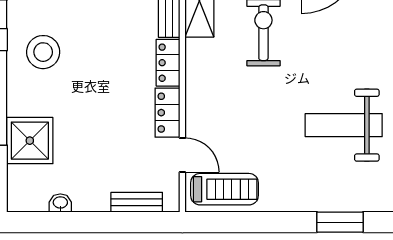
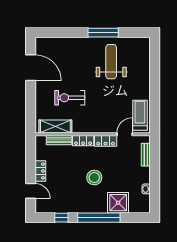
stool: (43, 52) -> (94, 178), moved
weight bench: (344, 125) -> (111, 62), turned 180
window: (340, 222) -> (155, 63), removed

